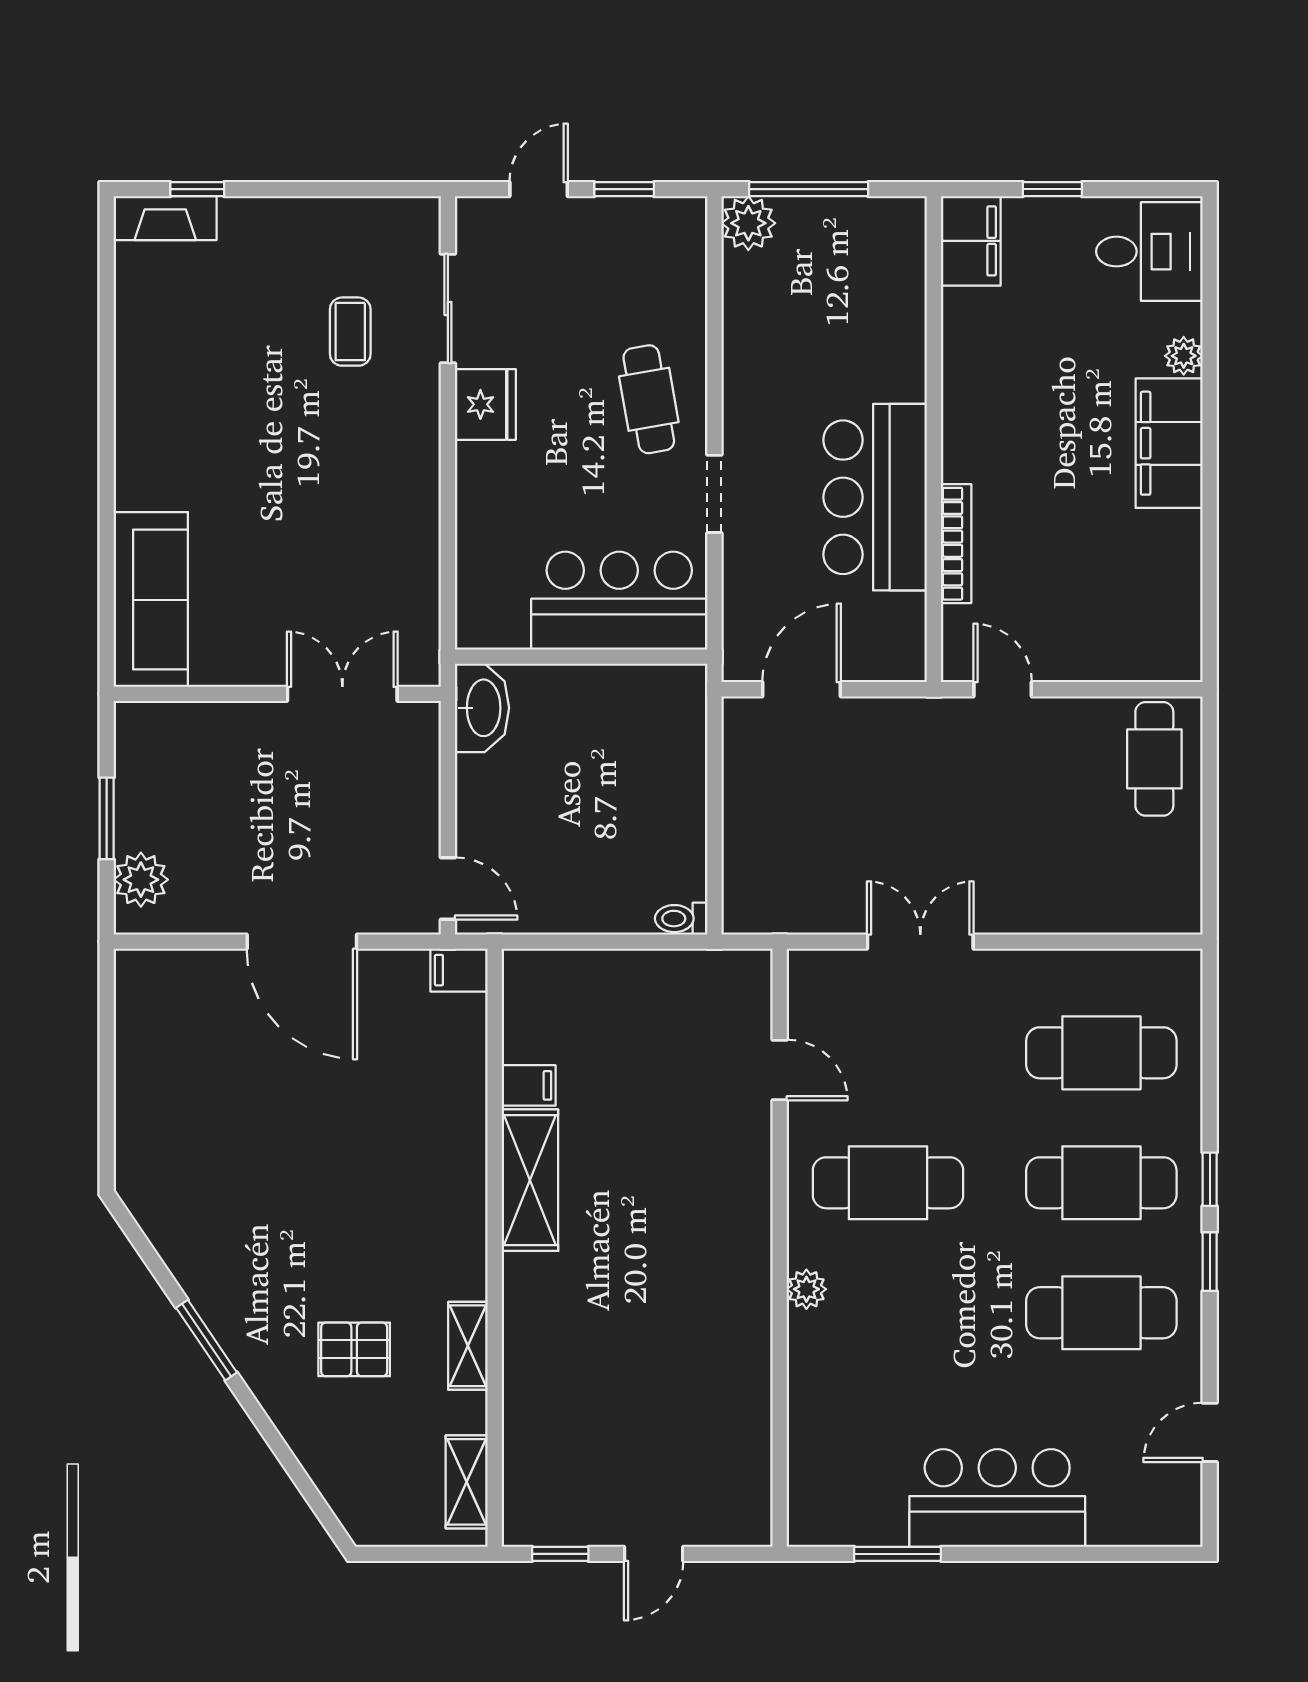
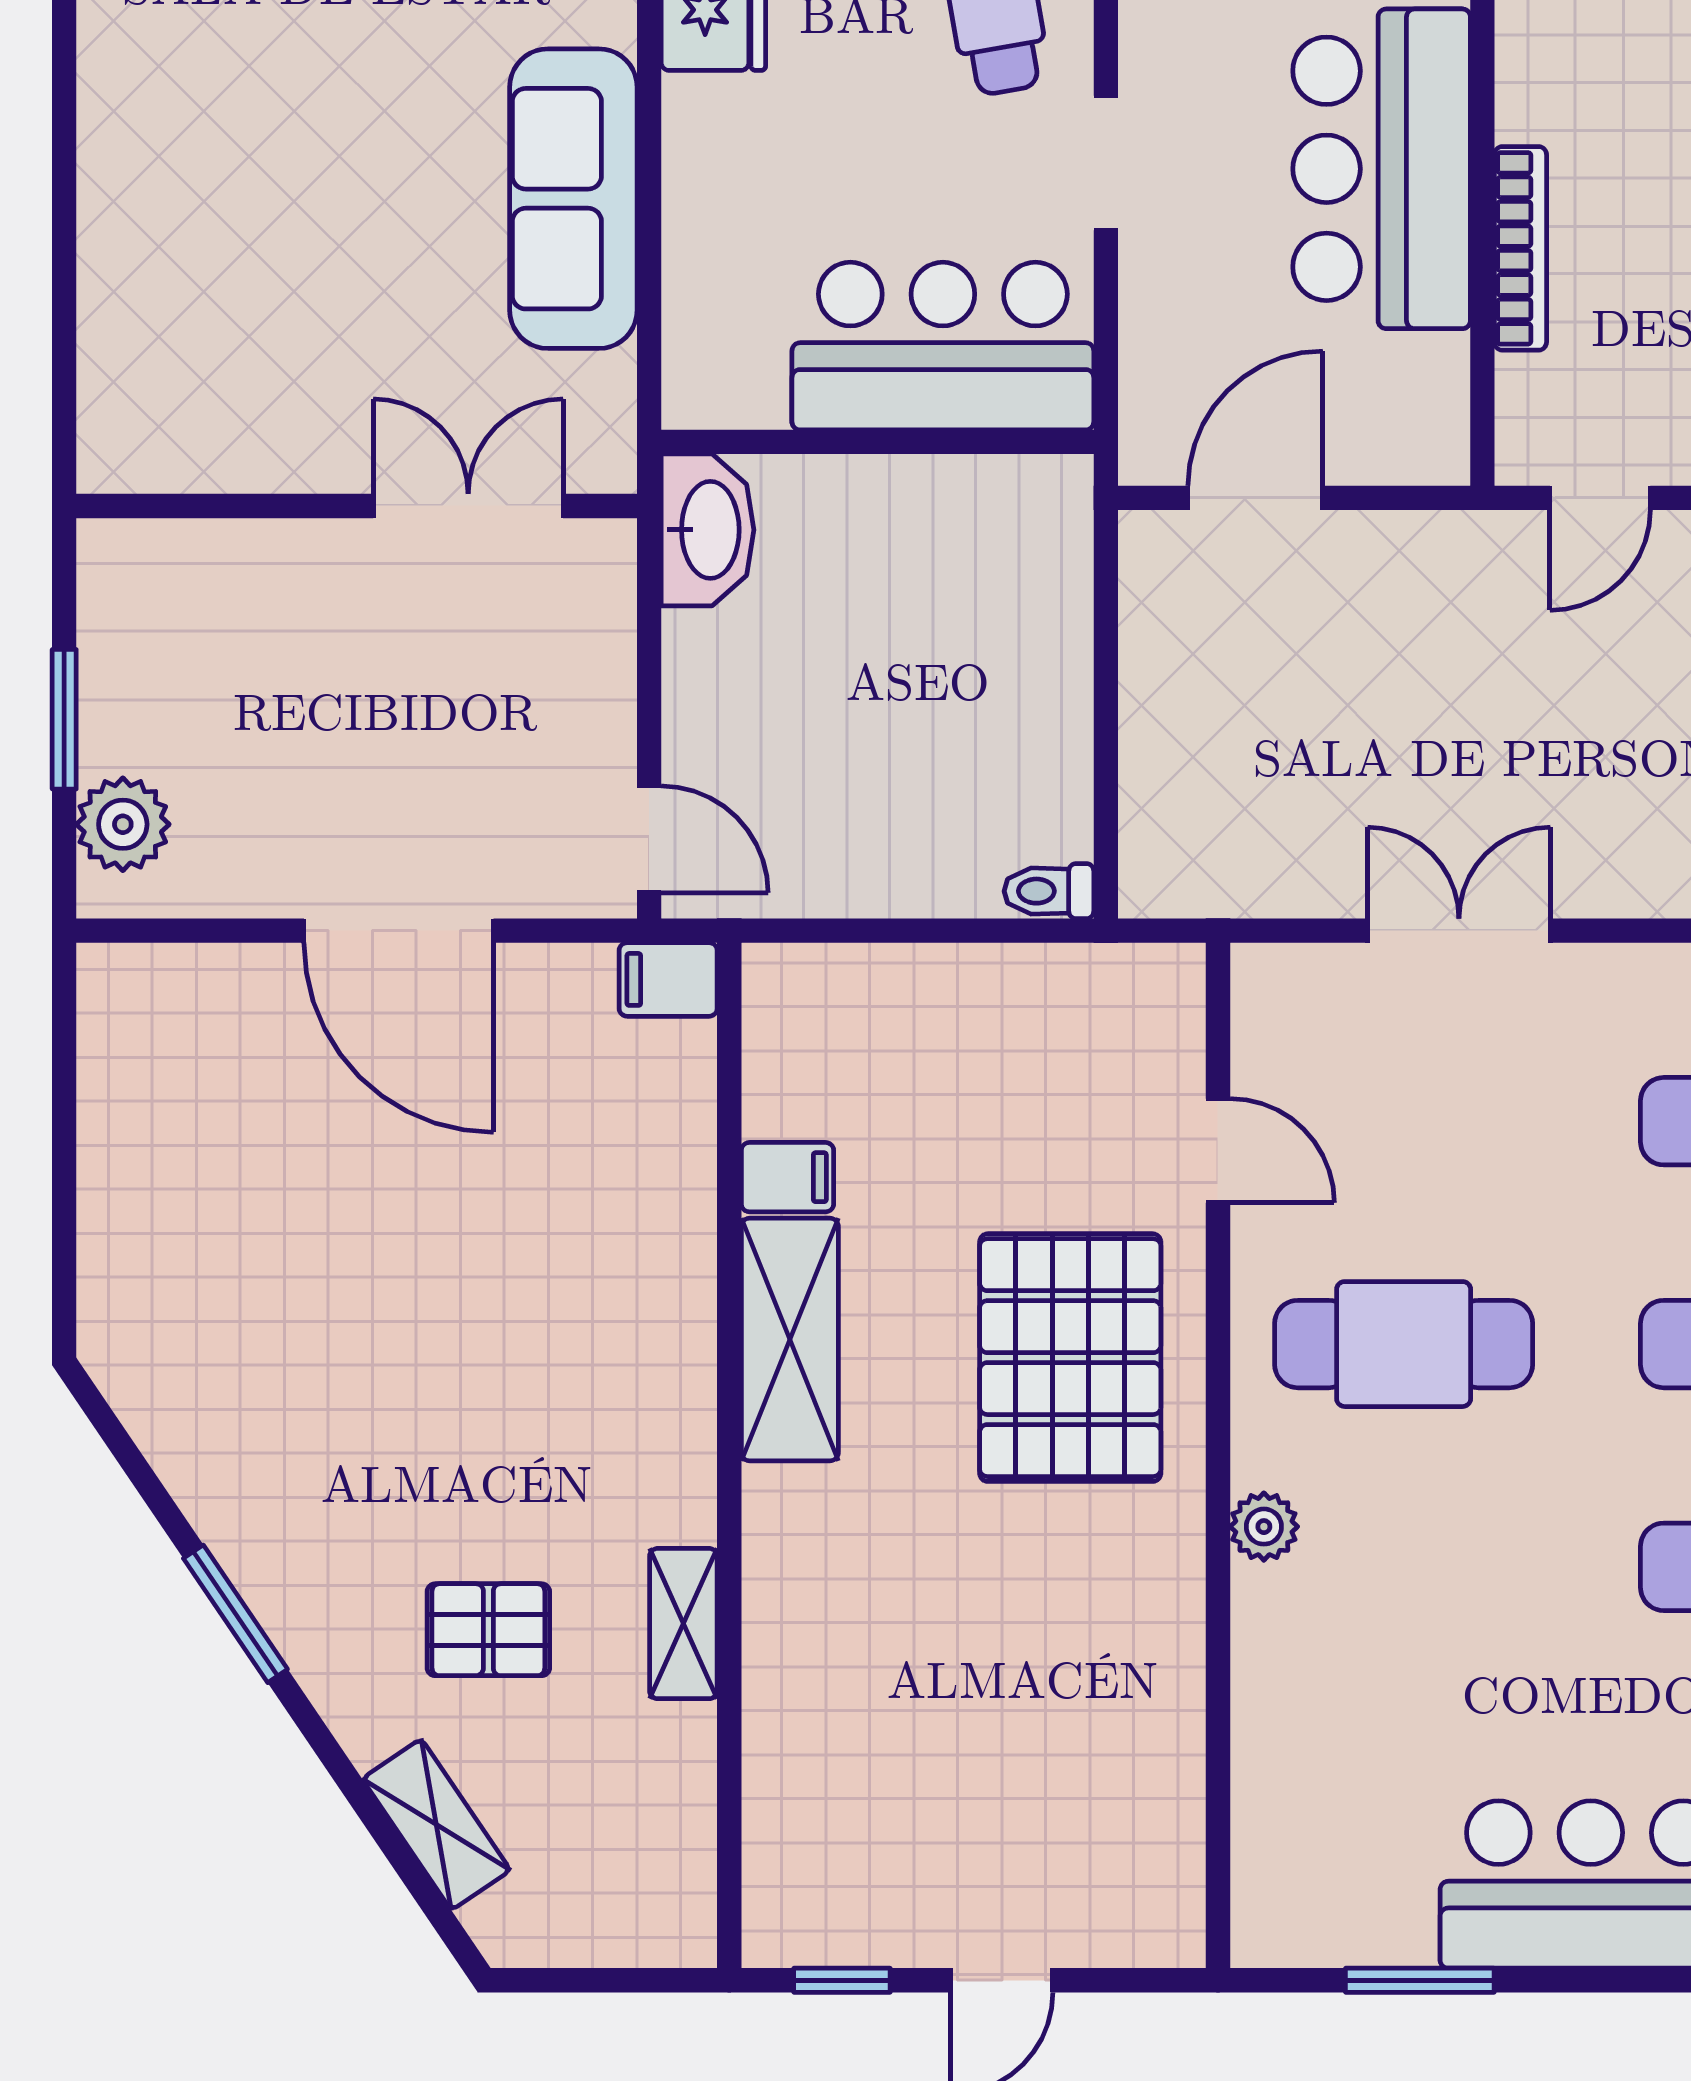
sofa: (151, 600) -> (573, 199), moved, turned 180
door: (1003, 689) -> (1600, 498), swing flipped
pallet: (694, 1191) -> (1070, 1358), added
shelving: (467, 1482) -> (436, 1824), moved, turned -34

